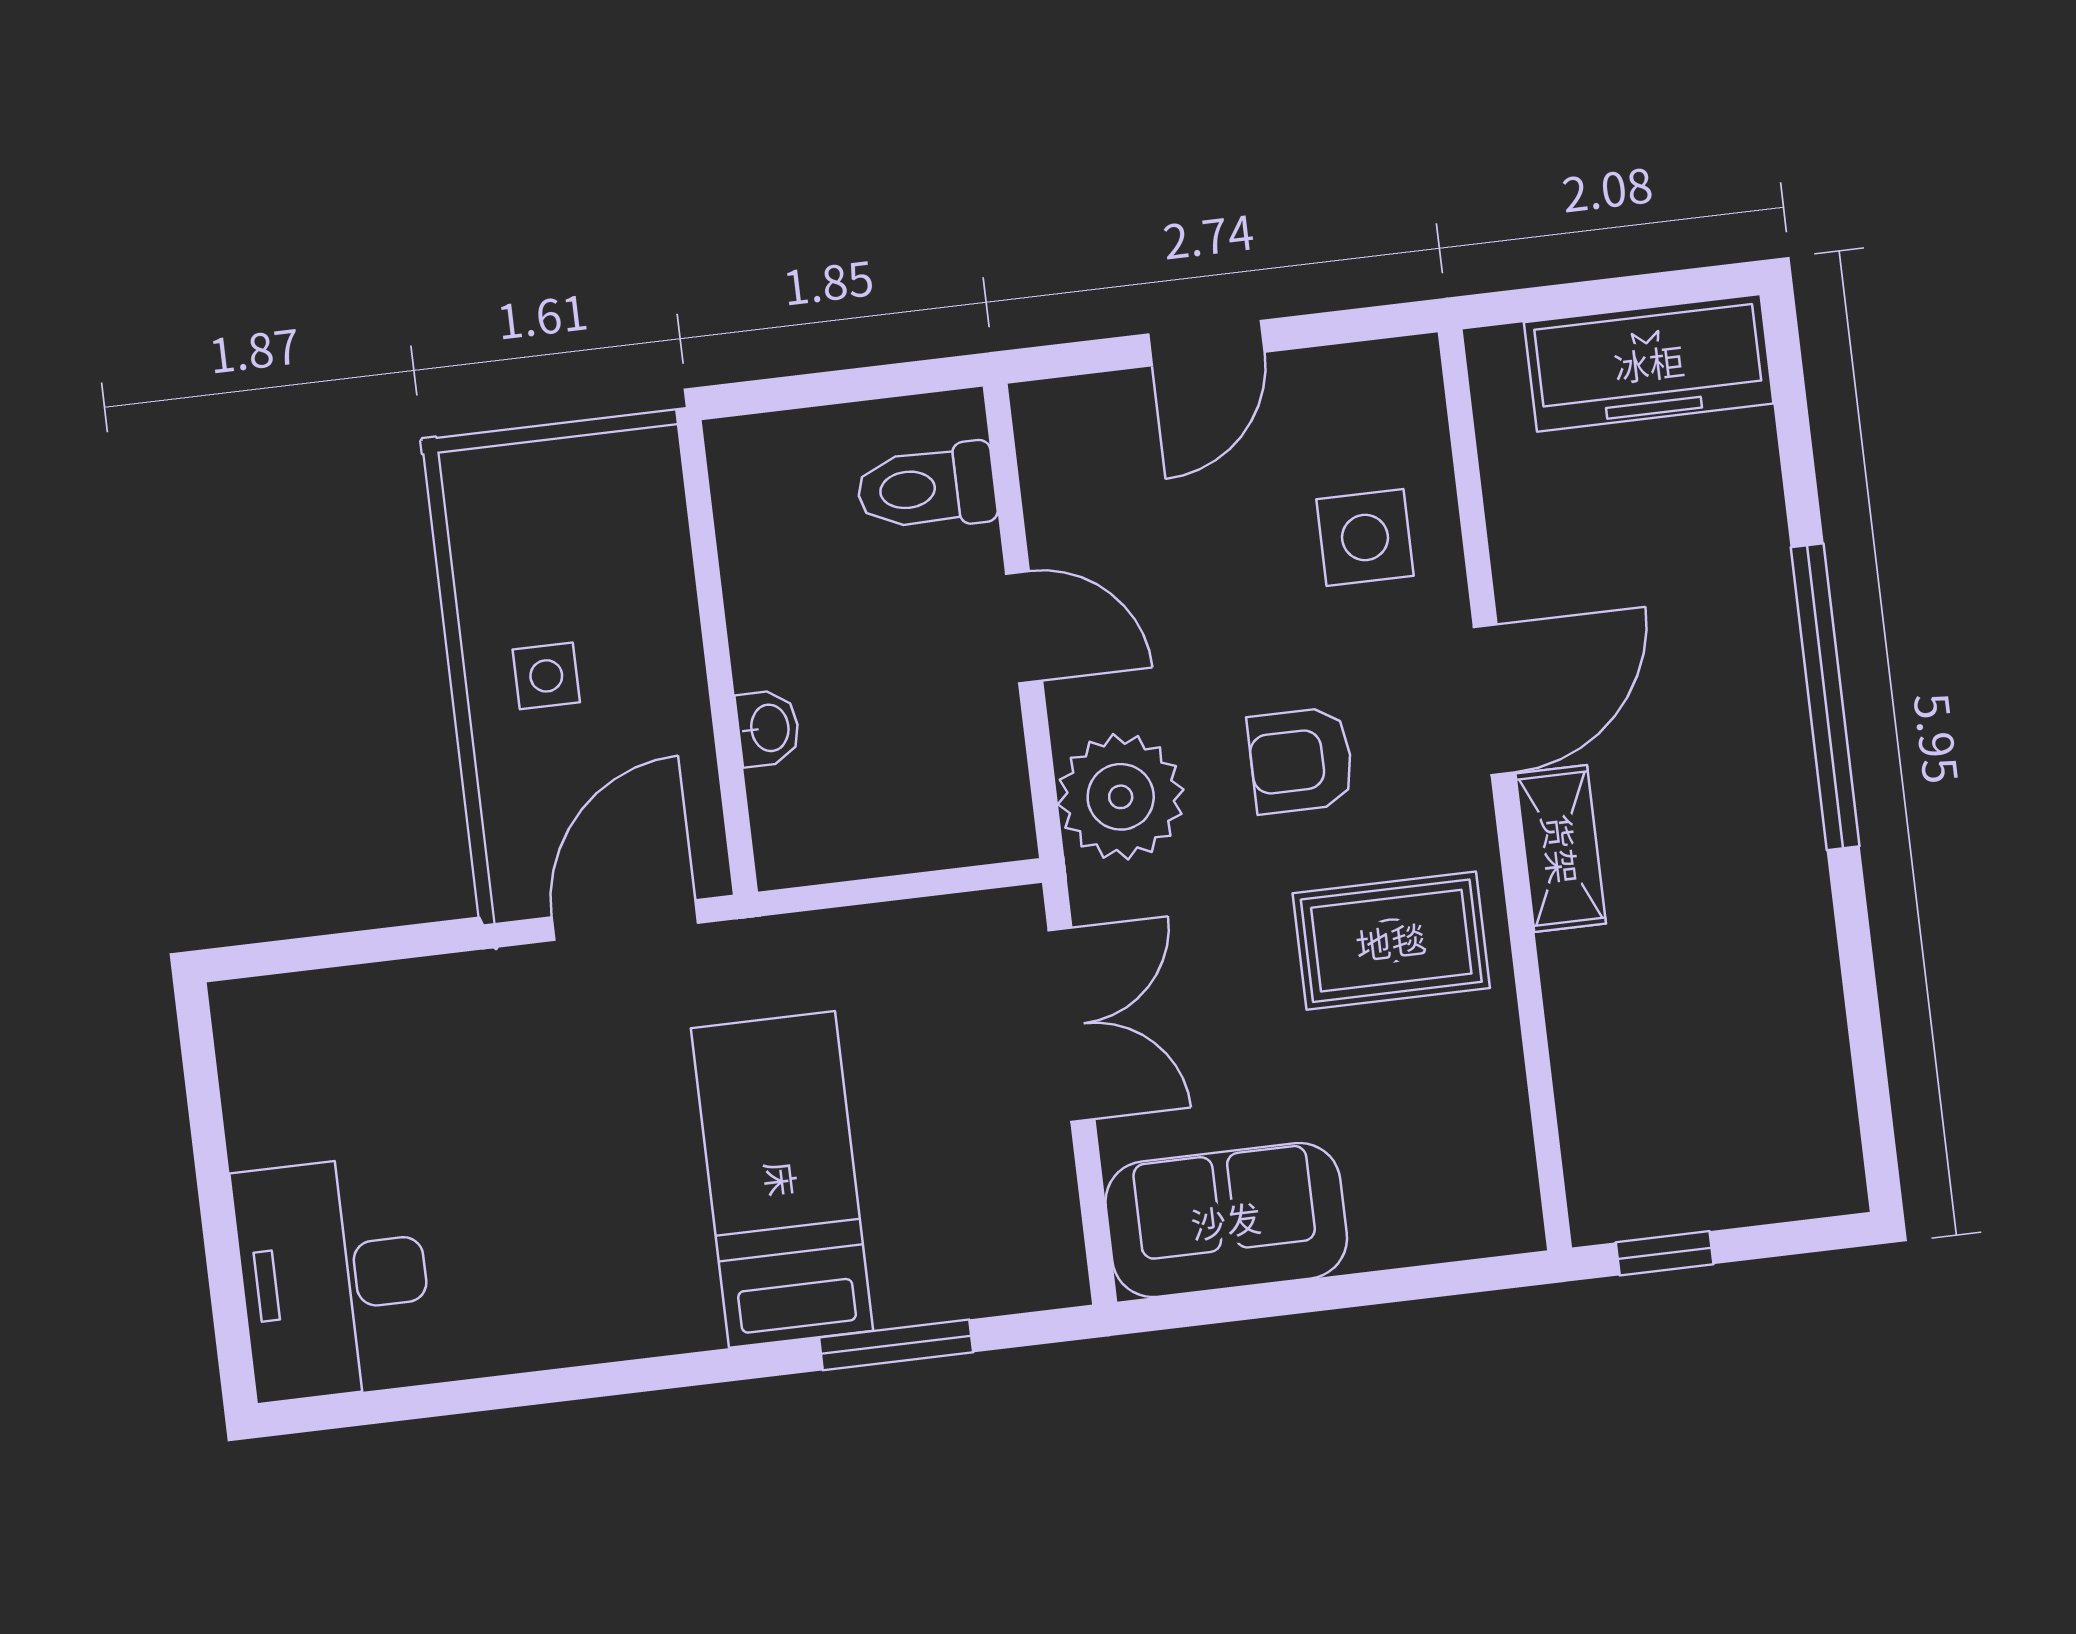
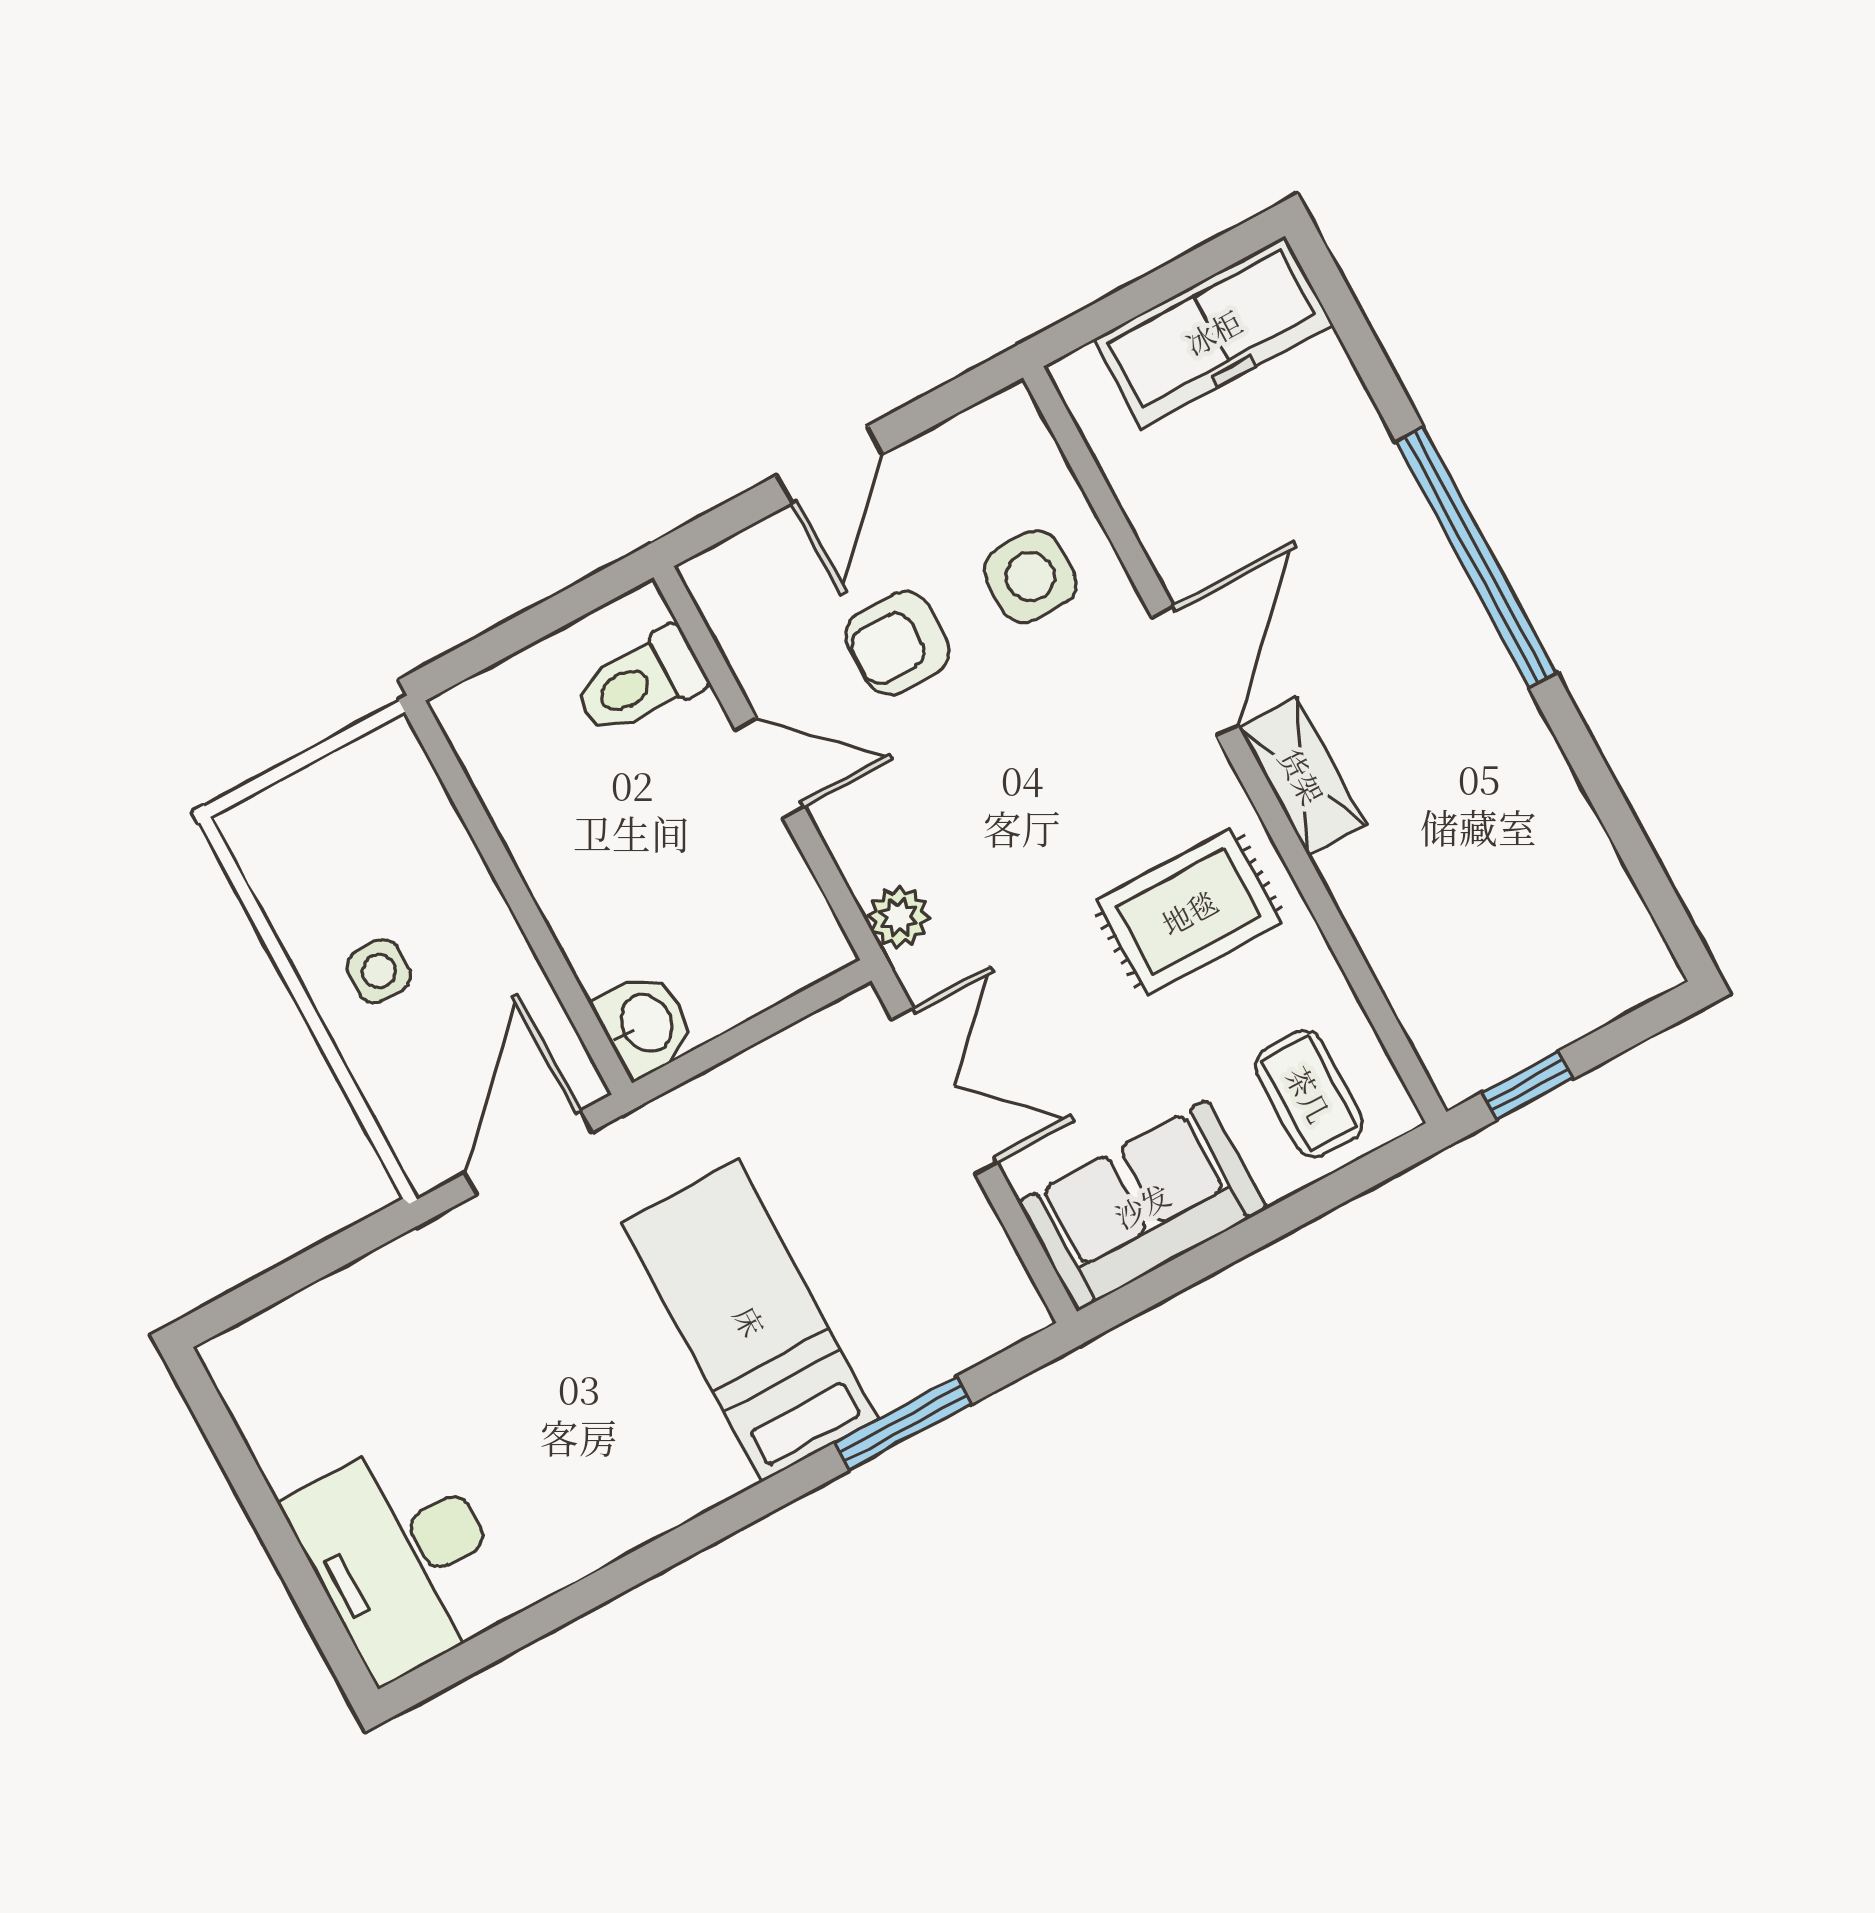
washbasin: (768, 728) -> (645, 1024), moved, width x1.38, depth x1.45
armchair: (1301, 760) -> (897, 643), moved
plant: (1121, 797) -> (899, 917), width x0.53, depth x0.53
coffee table: (1440, 1174) -> (1309, 1094), added

